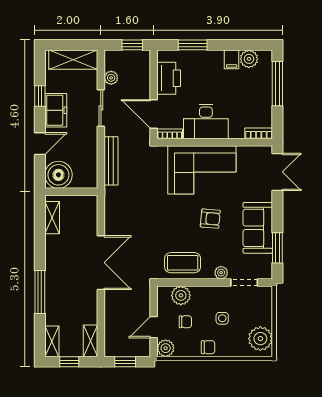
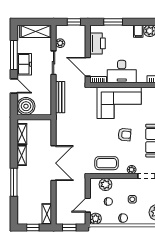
window: (40, 96) -> (14, 55), width x2.17
door: (40, 144) -> (14, 86), hinge flipped
shelving: (52, 341) -> (22, 155), moved

